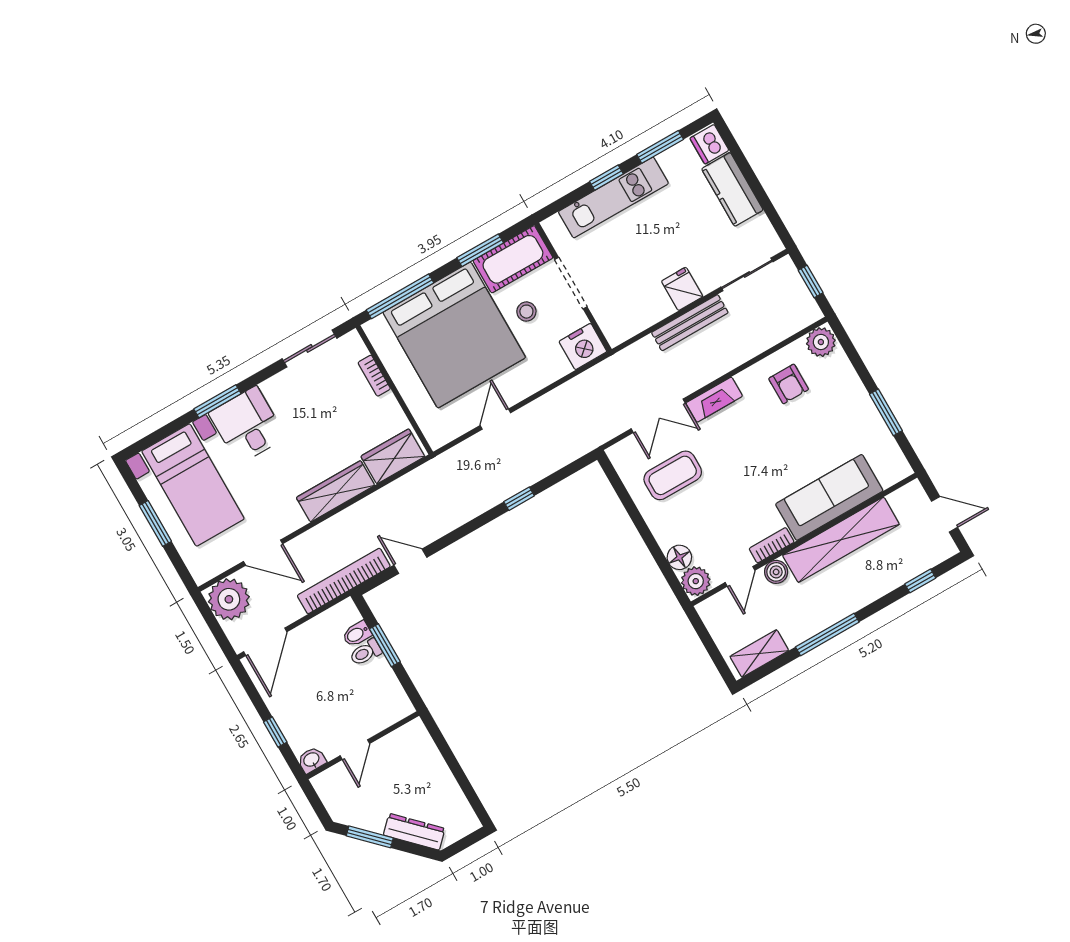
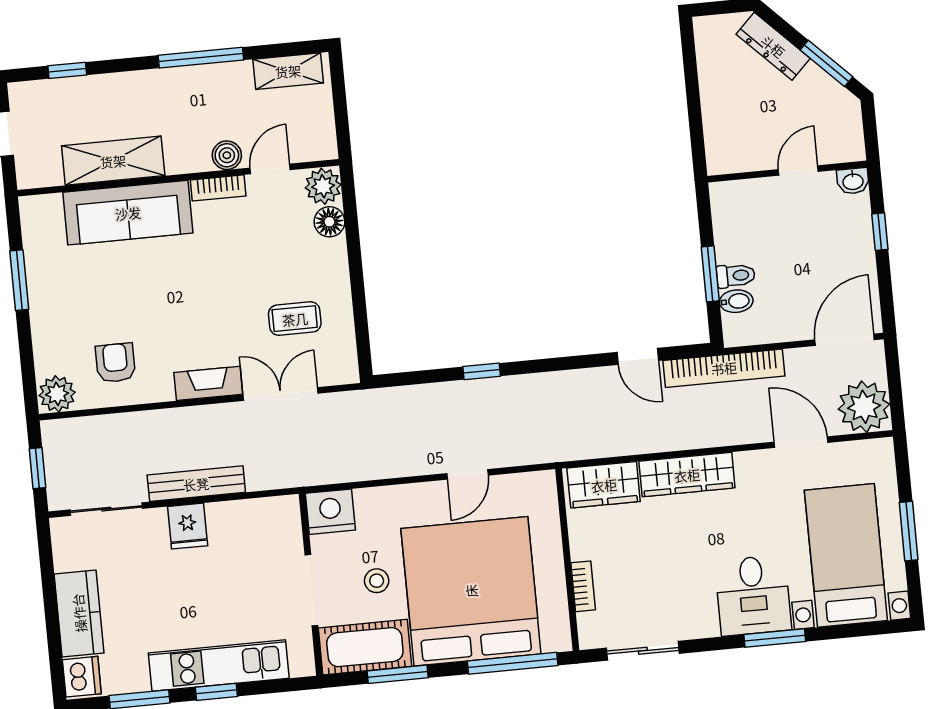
coffee table: (673, 475) -> (295, 319), width x0.73, depth x0.77
shelving: (841, 540) -> (113, 161), width x0.68

